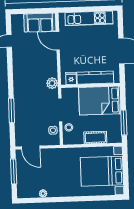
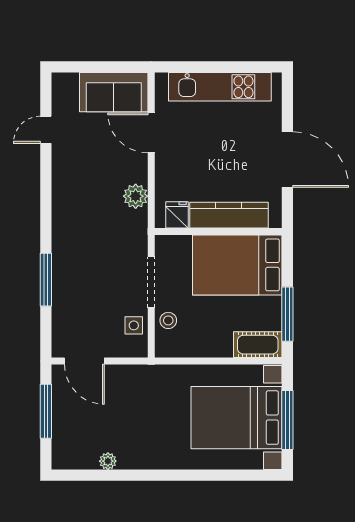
plant: (52, 83) -> (136, 196), moved
cot: (95, 138) -> (258, 345), moved
window: (126, 172) -> (287, 420), added

